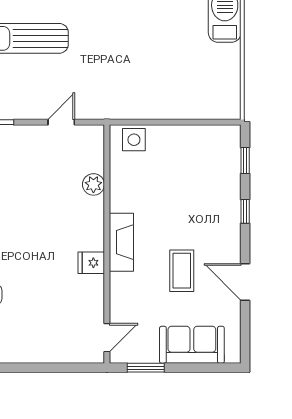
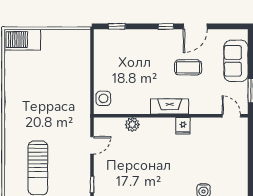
door: (61, 122) -> (92, 145), swing flipped
window: (245, 211) -> (166, 26), moved

